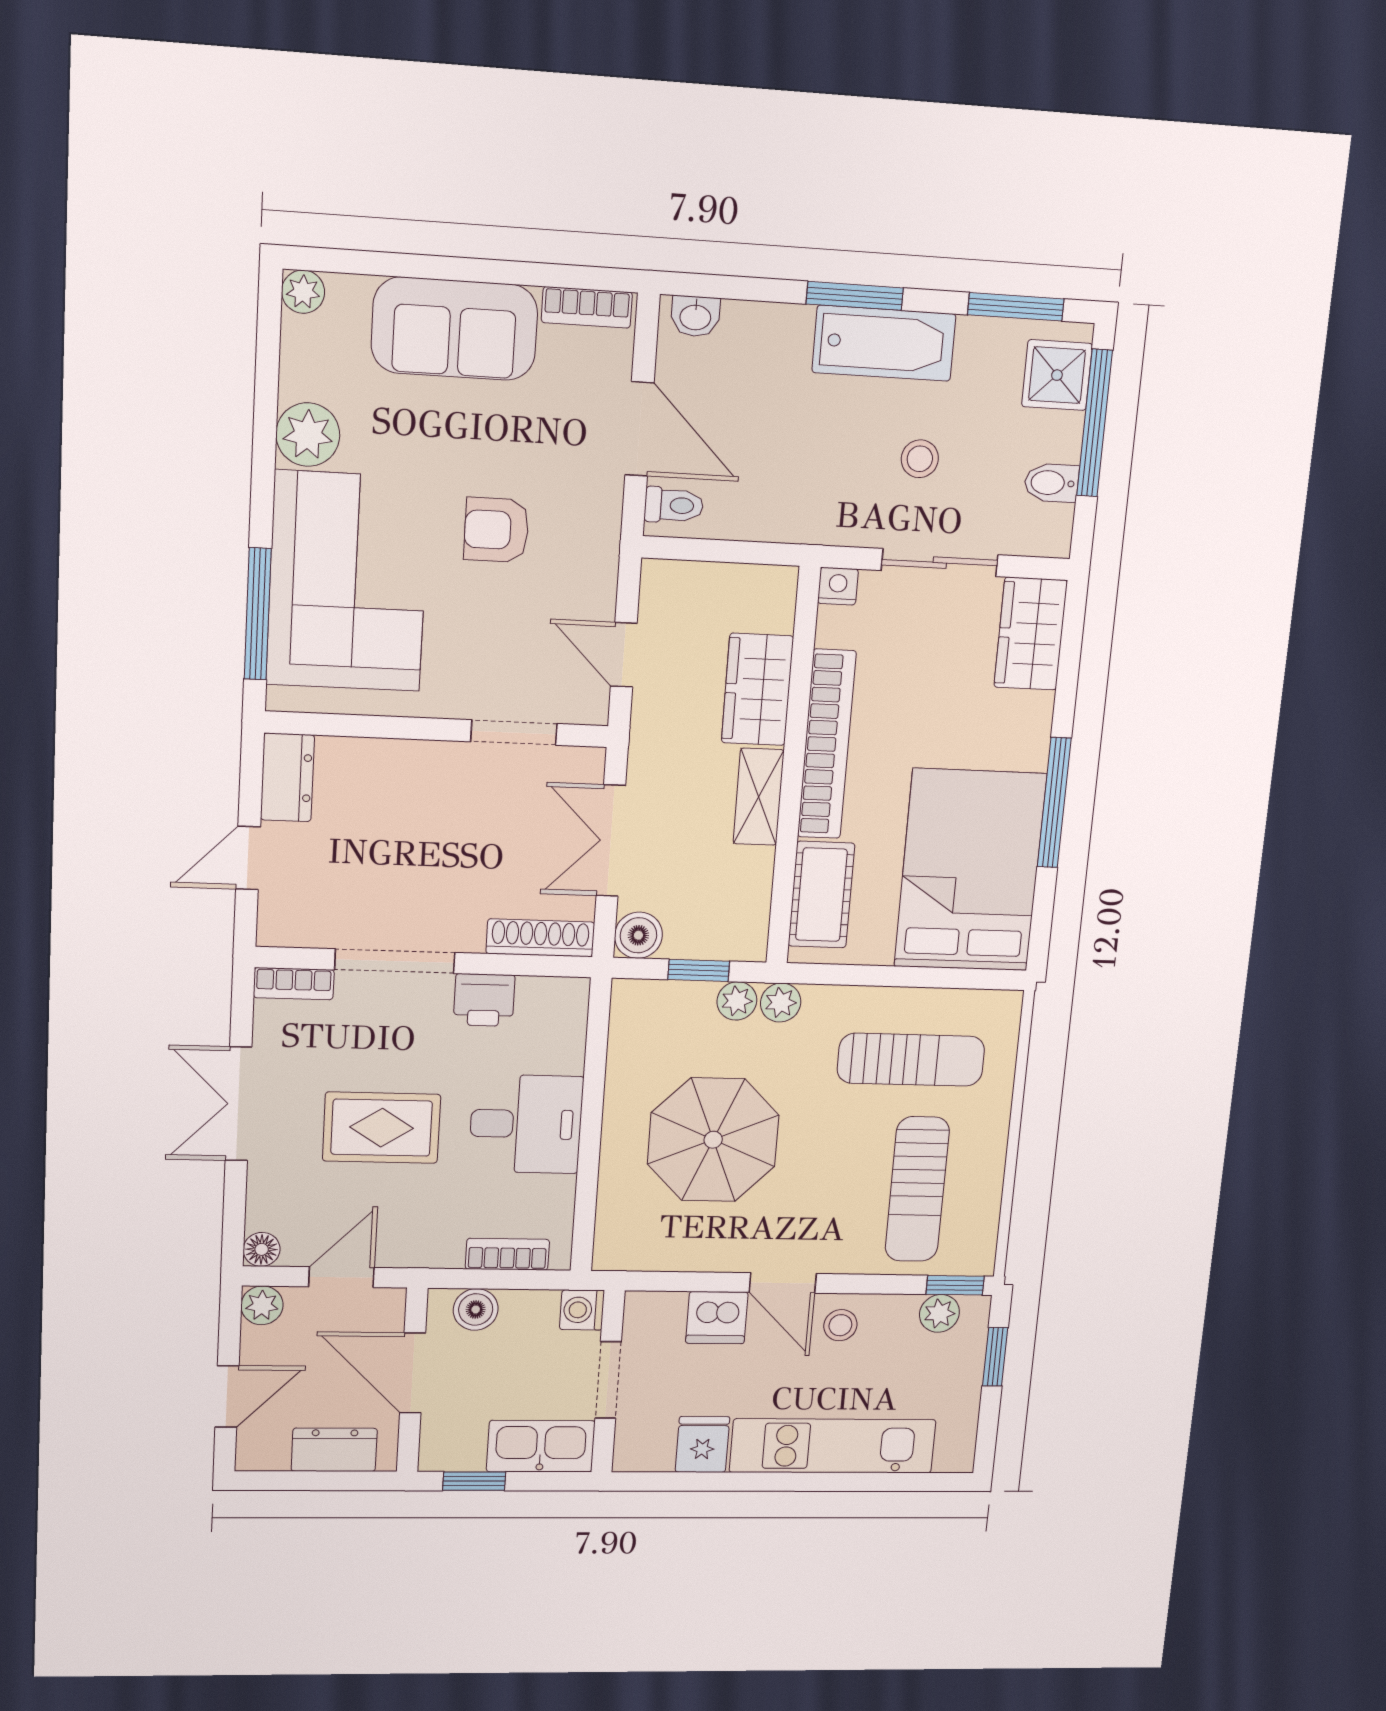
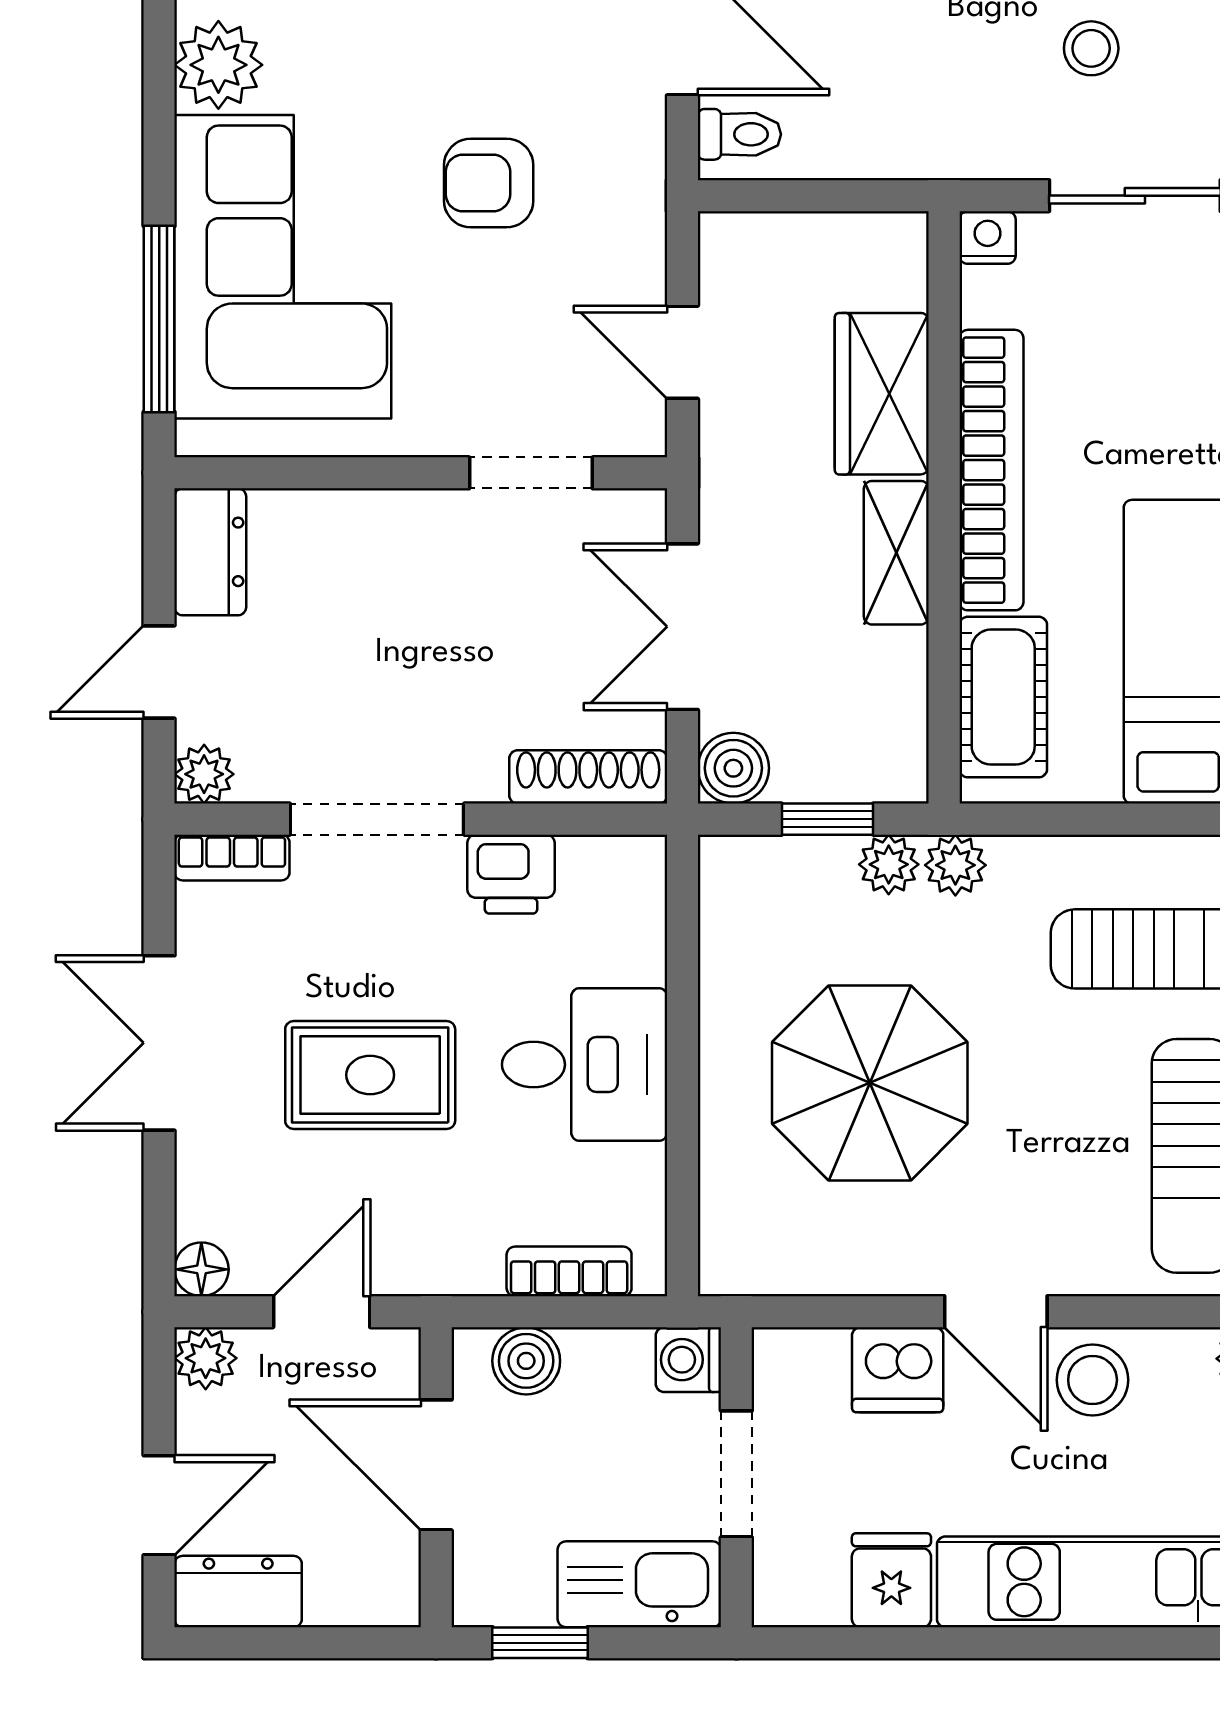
plant: (277, 928) -> (204, 774), added
stool: (840, 1325) -> (1093, 1380), width x1.37, depth x1.37
dresser: (334, 1450) -> (238, 1591), moved

